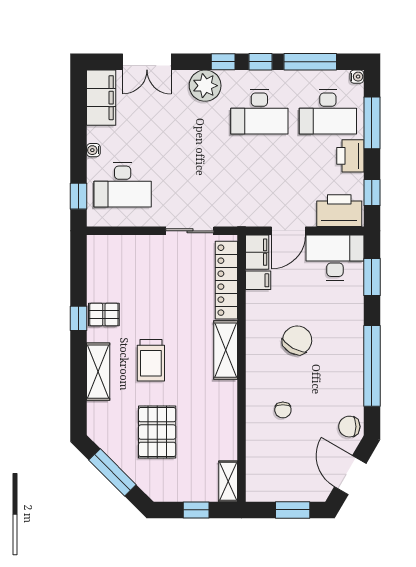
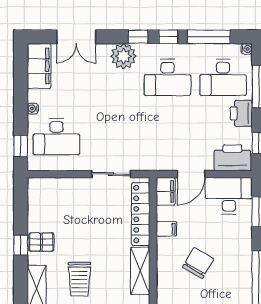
filing cabinet: (258, 280) -> (166, 229), moved

